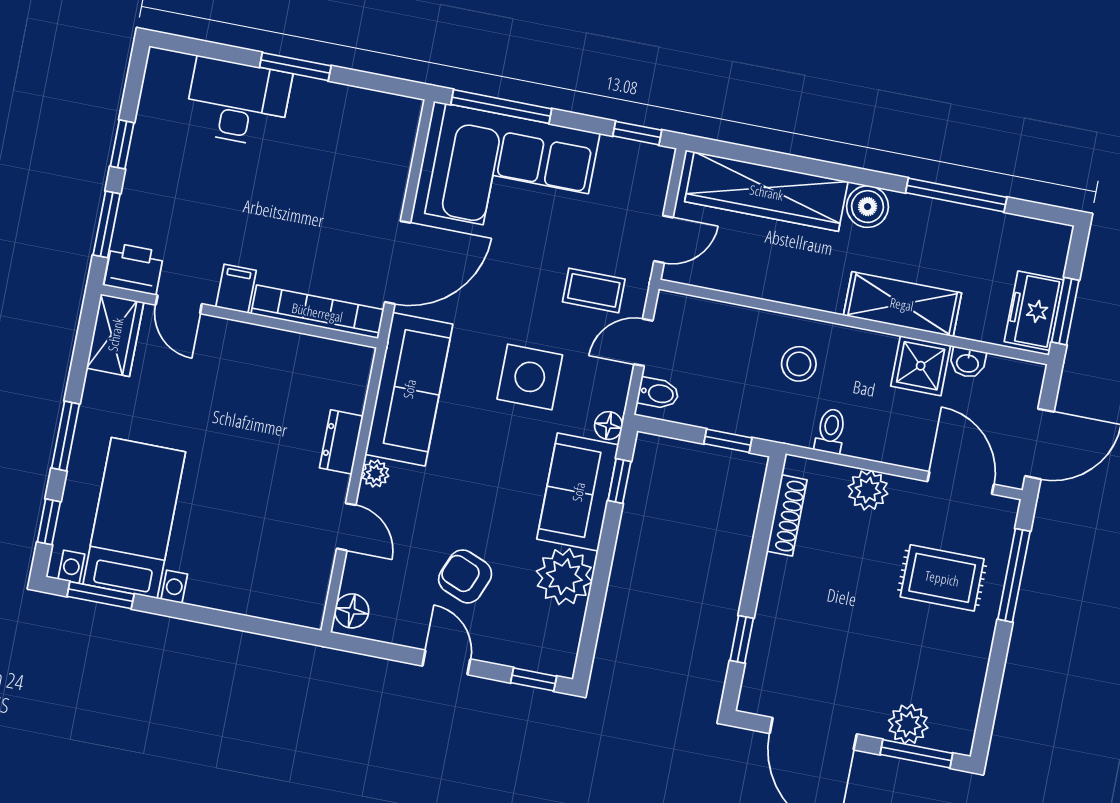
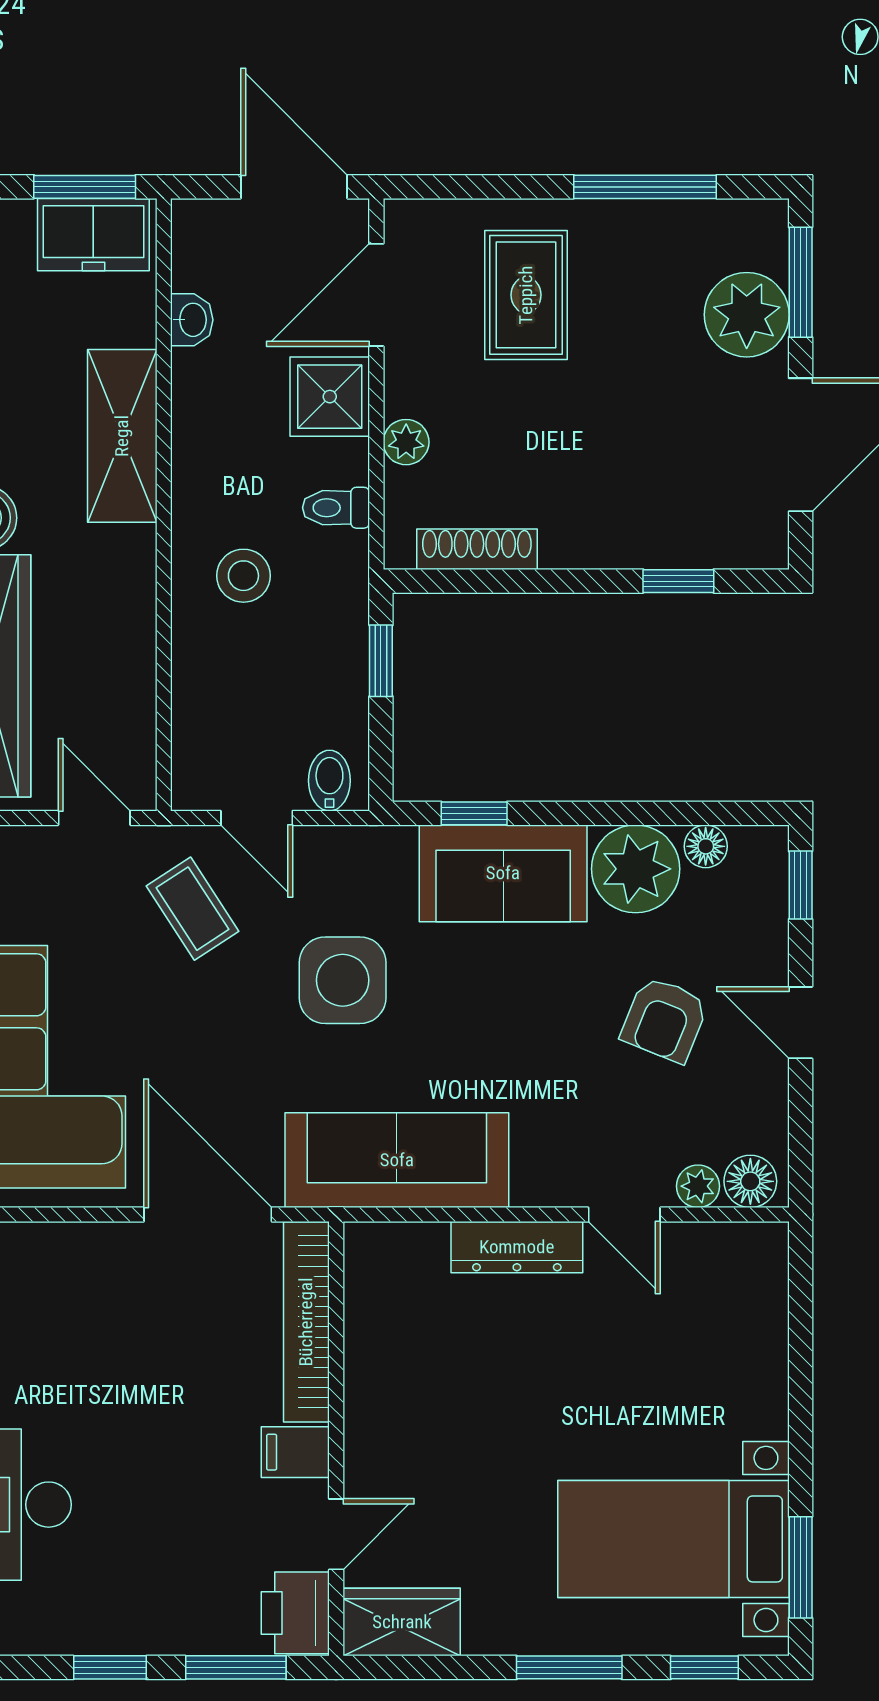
coffee table: (594, 290) -> (192, 909), turned -33
shower: (921, 366) -> (330, 397), moved
floor lamp: (609, 426) -> (706, 846), moved
dresser: (341, 442) -> (517, 1247), width x1.44
plant: (375, 473) -> (698, 1186), moved
plant: (868, 490) -> (406, 442), width x0.73, depth x0.73
door: (346, 527) -> (624, 1215), swing flipped
window: (1014, 575) -> (645, 187), moved
door: (446, 662) -> (801, 1023), hinge flipped
plant: (908, 724) -> (747, 315), width x1.36, depth x1.36

